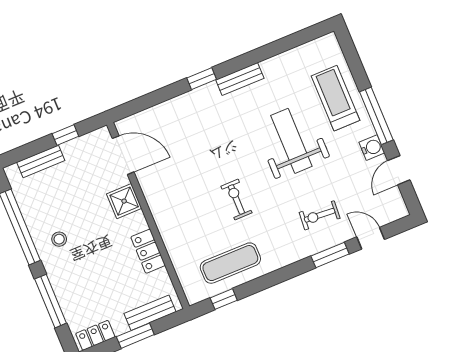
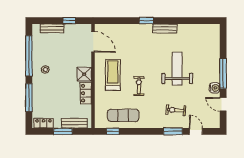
treadmill: (335, 98) -> (113, 75), moved
door: (399, 170) -> (223, 104), hinge flipped
shower: (124, 201) -> (84, 74), moved

